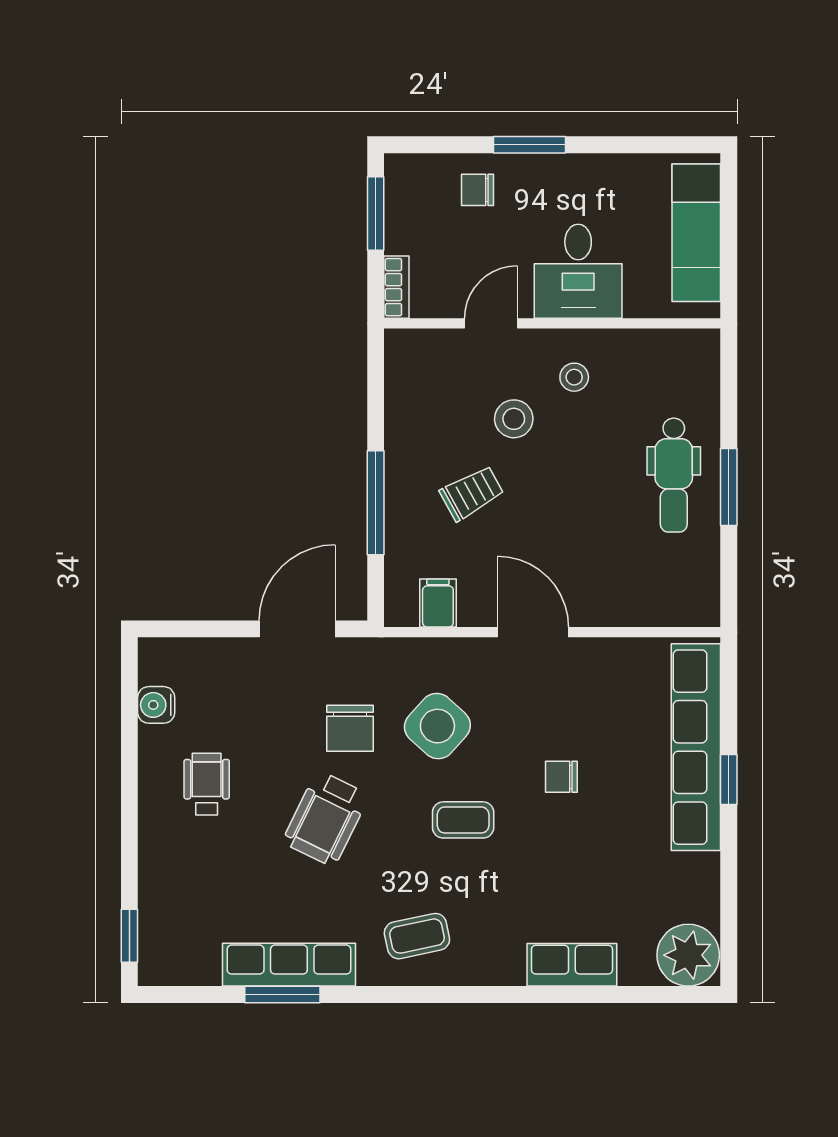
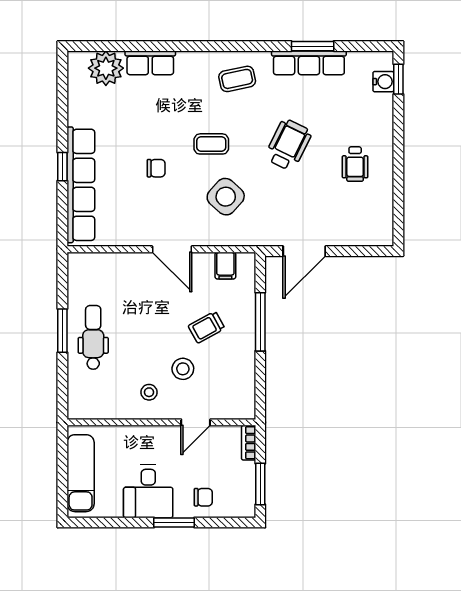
desk: (578, 271) -> (148, 491), moved, turned 180
water cooler: (156, 705) -> (383, 82), moved
chair: (350, 728) -> (275, 195), removed
plant: (688, 955) -> (106, 68), moved

